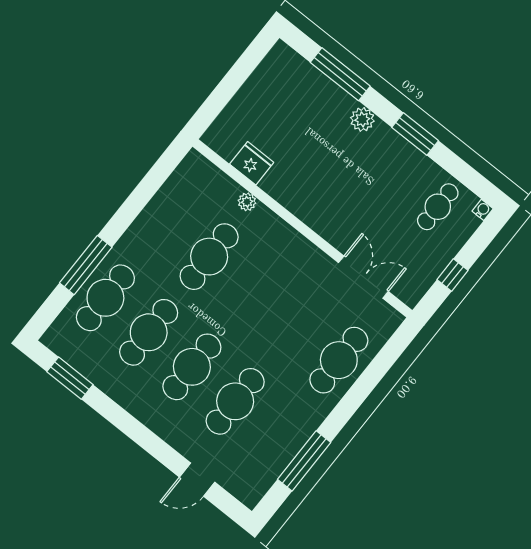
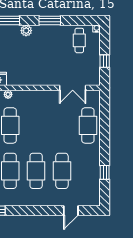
double door: (363, 277) -> (73, 88), swing flipped
window: (304, 461) -> (105, 172), width x0.46

